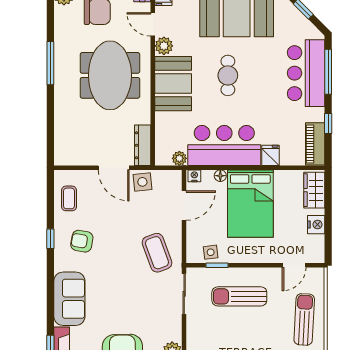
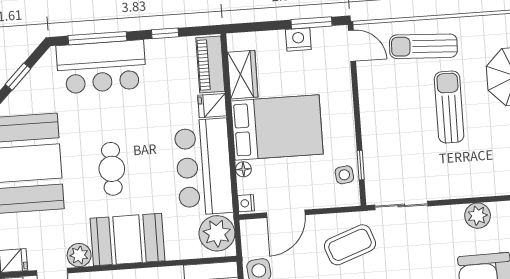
cafe table: (228, 75) -> (112, 169), turned 90
piano: (315, 144) -> (210, 65), moved, turned 90
plant: (179, 158) -> (217, 233), width x1.88, depth x1.88
wardrobe: (314, 190) -> (243, 75), moved, turned -90
door: (184, 206) -> (286, 214), swing flipped
window: (328, 236) -> (311, 23), added
door: (294, 265) -> (352, 46), moved
sun lounger: (239, 296) -> (449, 107), moved, turned 180

